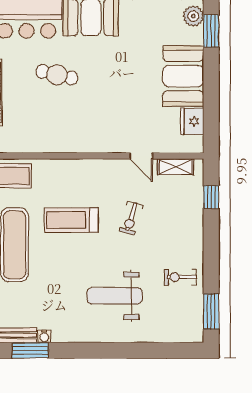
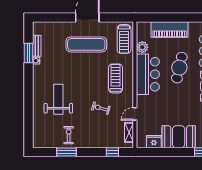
cafe table: (57, 75) -> (179, 68), width x1.37, depth x1.35
bar counter: (69, 132) -> (148, 74), added
plant: (20, 143) -> (142, 47), added
treadmill: (71, 220) -> (116, 78), moved
window: (211, 312) -> (66, 152), moved

